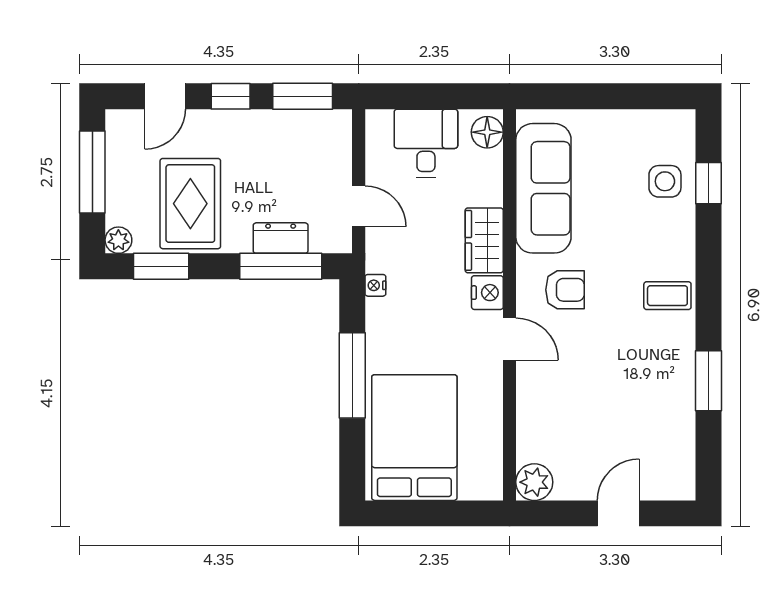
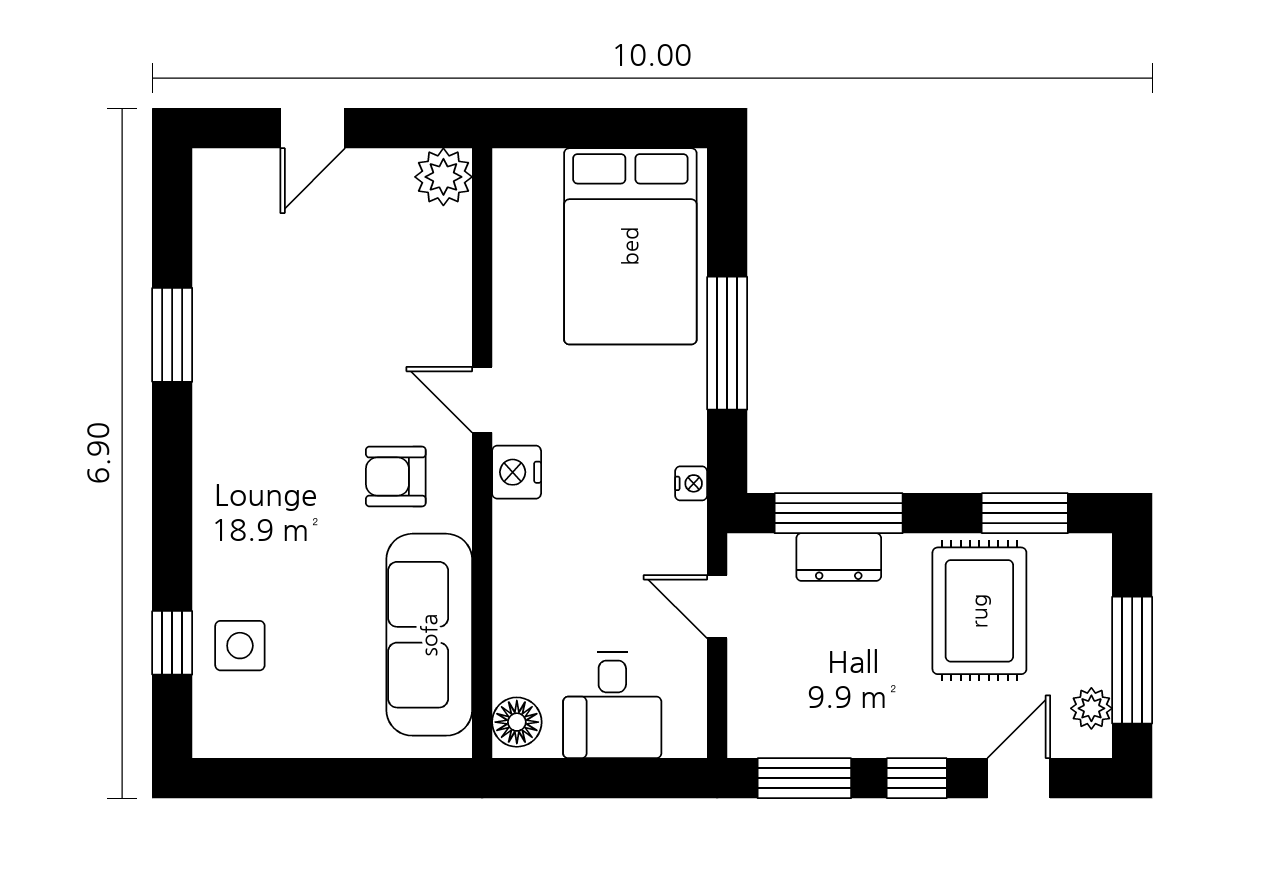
plant: (118, 240) -> (1091, 708), moved
wardrobe: (484, 240) -> (522, 554), removed
coffee table: (667, 296) -> (236, 467), removed

